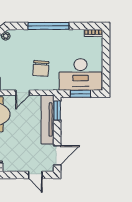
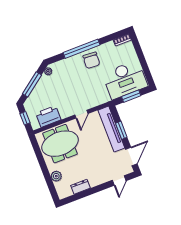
chair: (41, 68) -> (91, 60), moved
window: (57, 111) -> (121, 130), moved
door: (35, 175) -> (119, 180), hinge flipped

